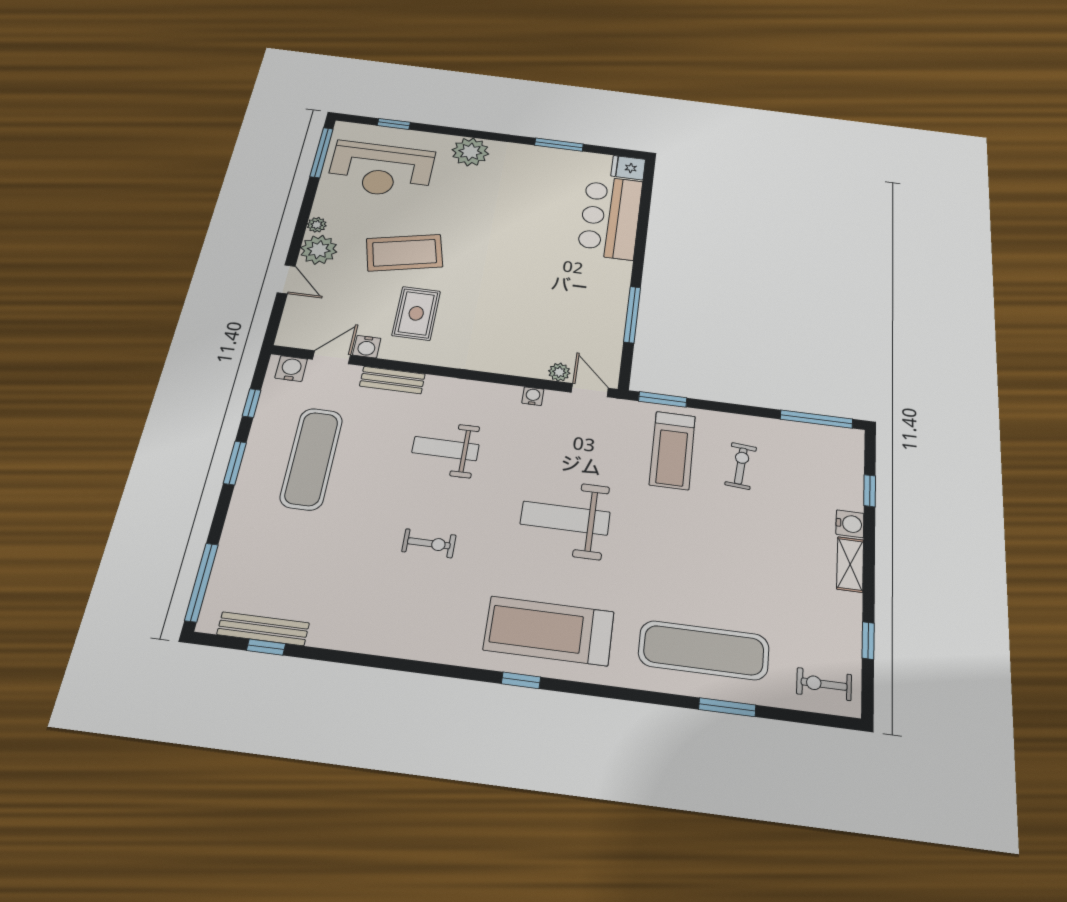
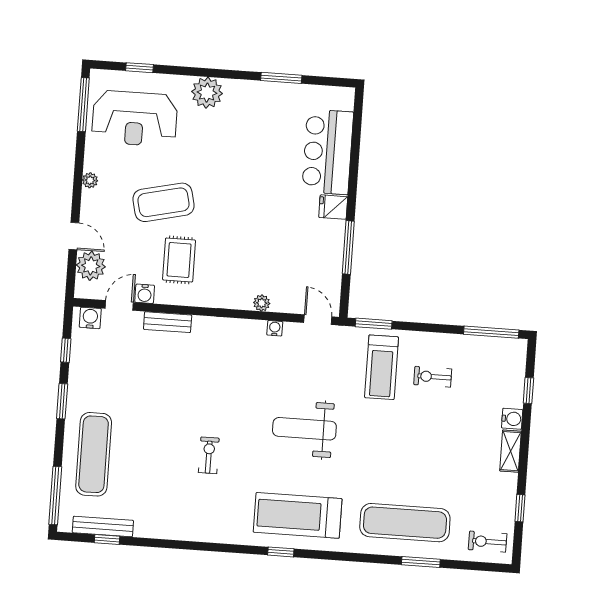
fridge: (628, 168) -> (333, 207), moved
plant: (319, 250) -> (91, 266), moved
plant: (559, 372) -> (262, 303), moved
weight bench: (445, 449) -> (213, 378), removed
exercise mat: (311, 459) -> (94, 454), moved
exercise bike: (741, 466) -> (433, 377), turned -95
exercise bike: (429, 543) -> (209, 455), turned -90

